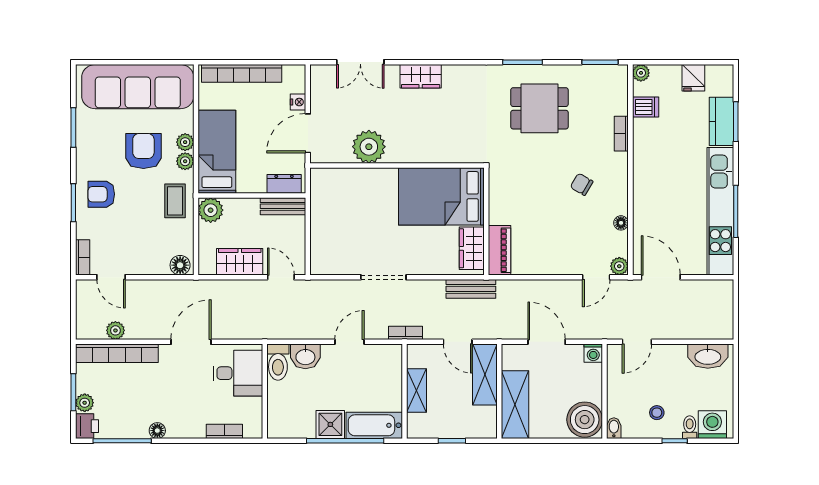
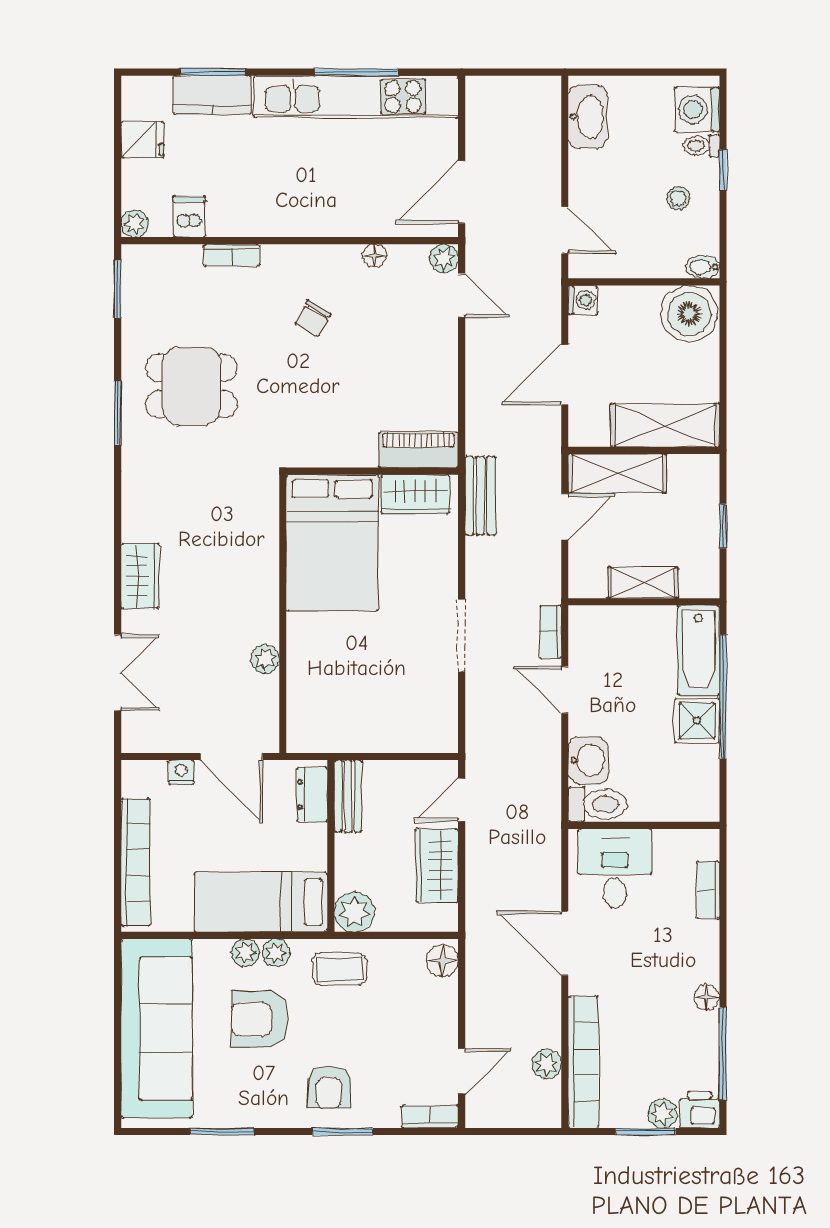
dining table: (539, 108) -> (191, 386), turned 90
plant: (369, 147) -> (265, 659), width x0.53, depth x0.53
bookcase: (405, 333) -> (551, 632), moved

